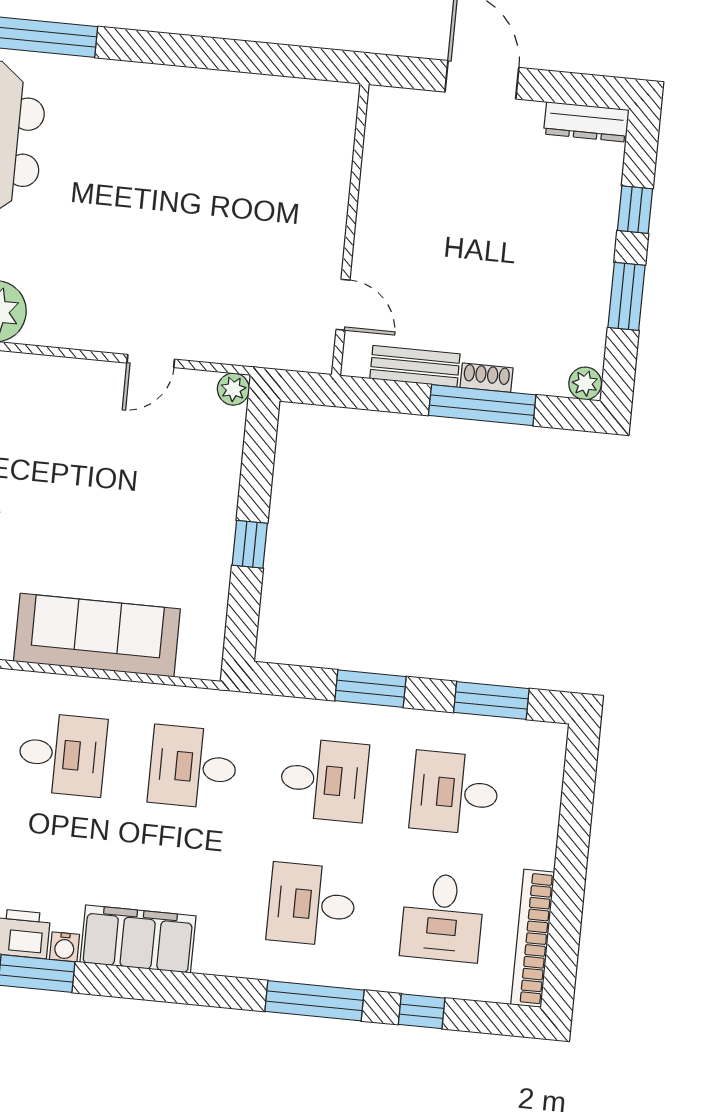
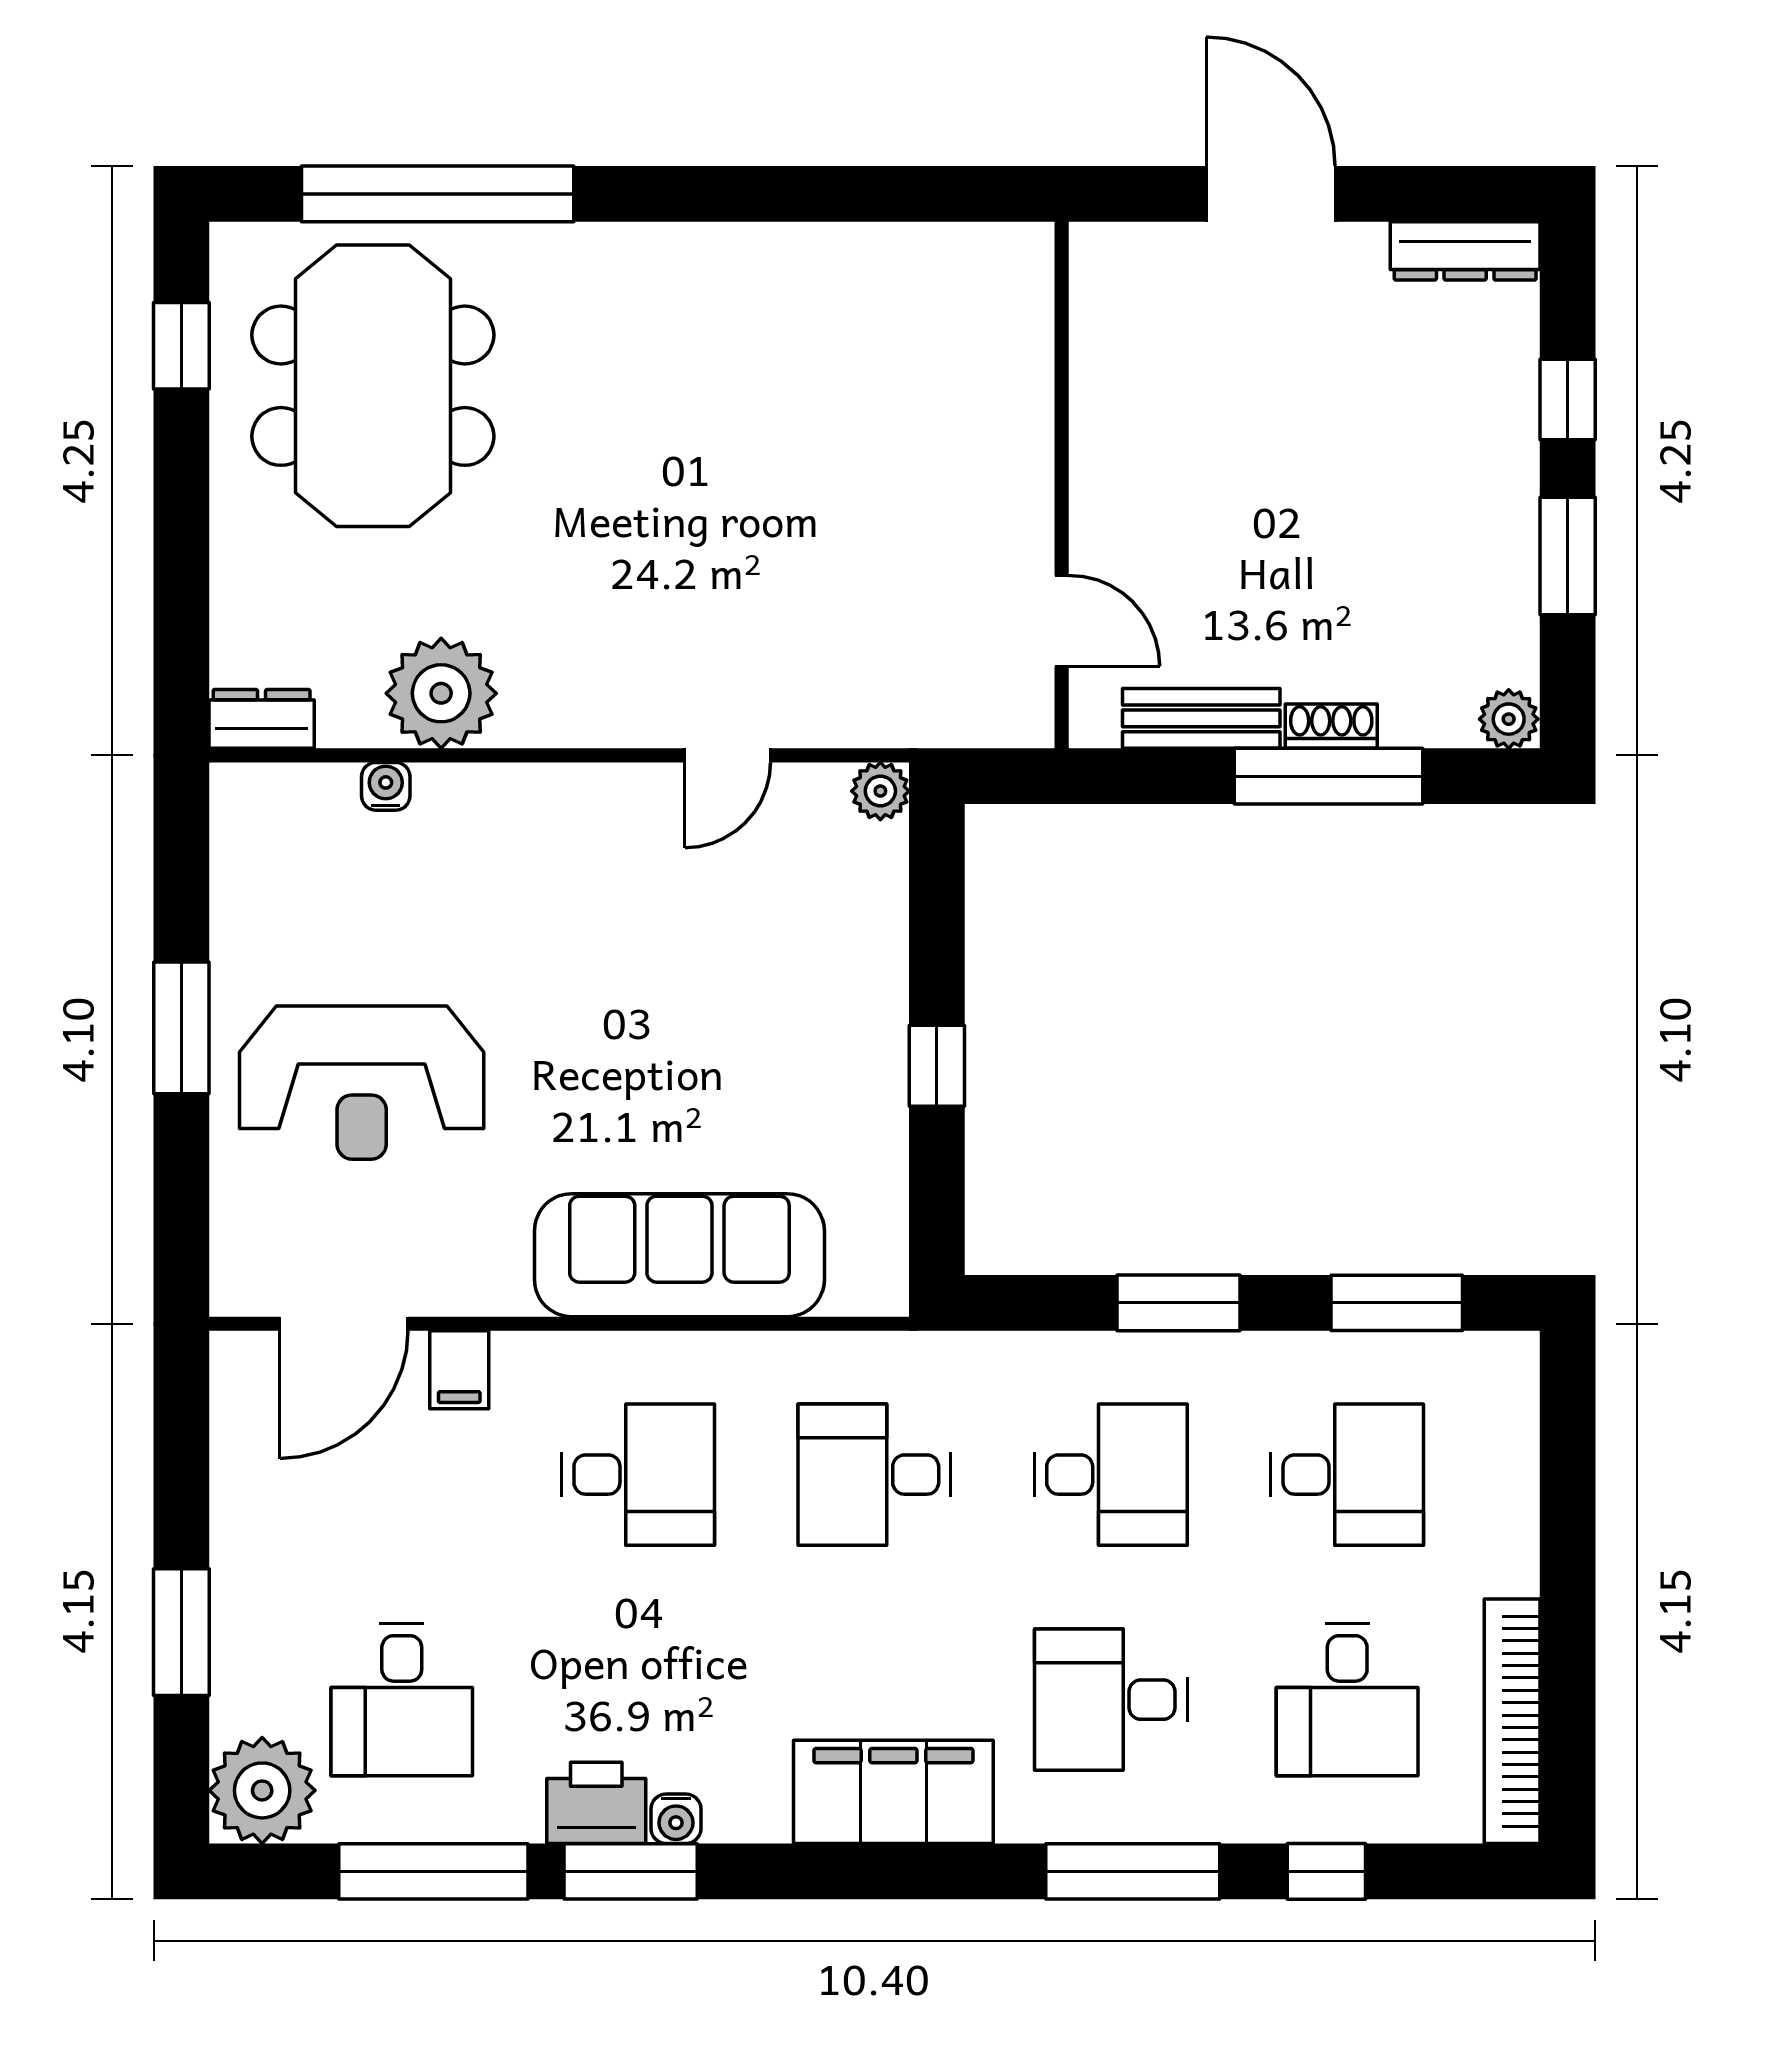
desk: (455, 793) -> (1347, 1475), turned 180
filing cabinet: (138, 939) -> (893, 1792), moved

